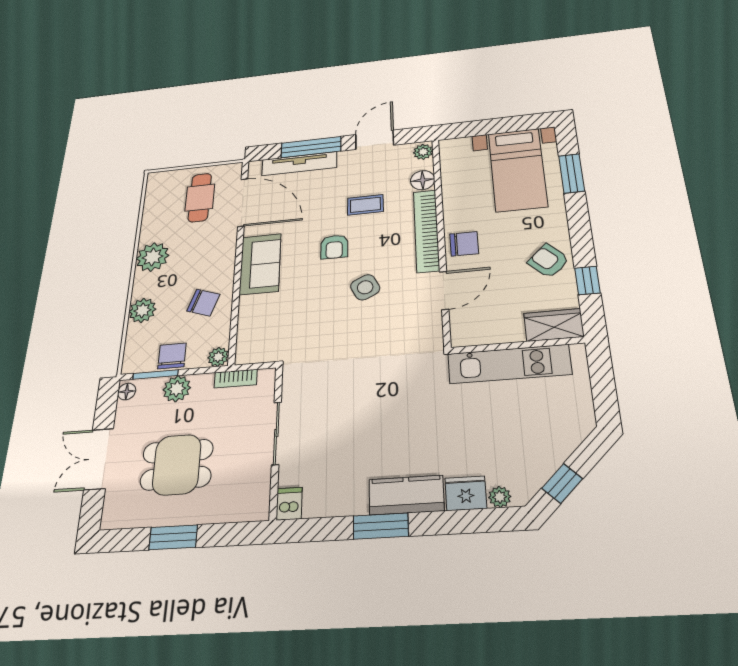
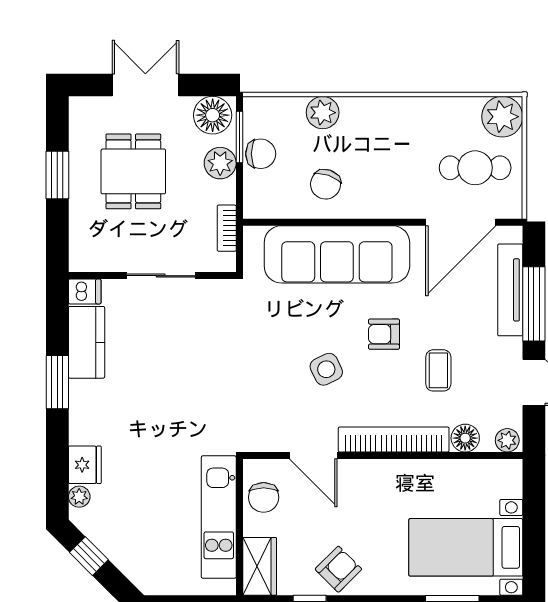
chair: (464, 244) -> (264, 497), moved
plant: (153, 257) -> (502, 117), moved
sofa: (260, 264) -> (337, 254), width x1.85, depth x1.27
plant: (218, 357) -> (255, 207), removed
floor lamp: (127, 392) -> (213, 115), width x1.89, depth x1.89
kitchen counter: (406, 495) -> (87, 342), moved

